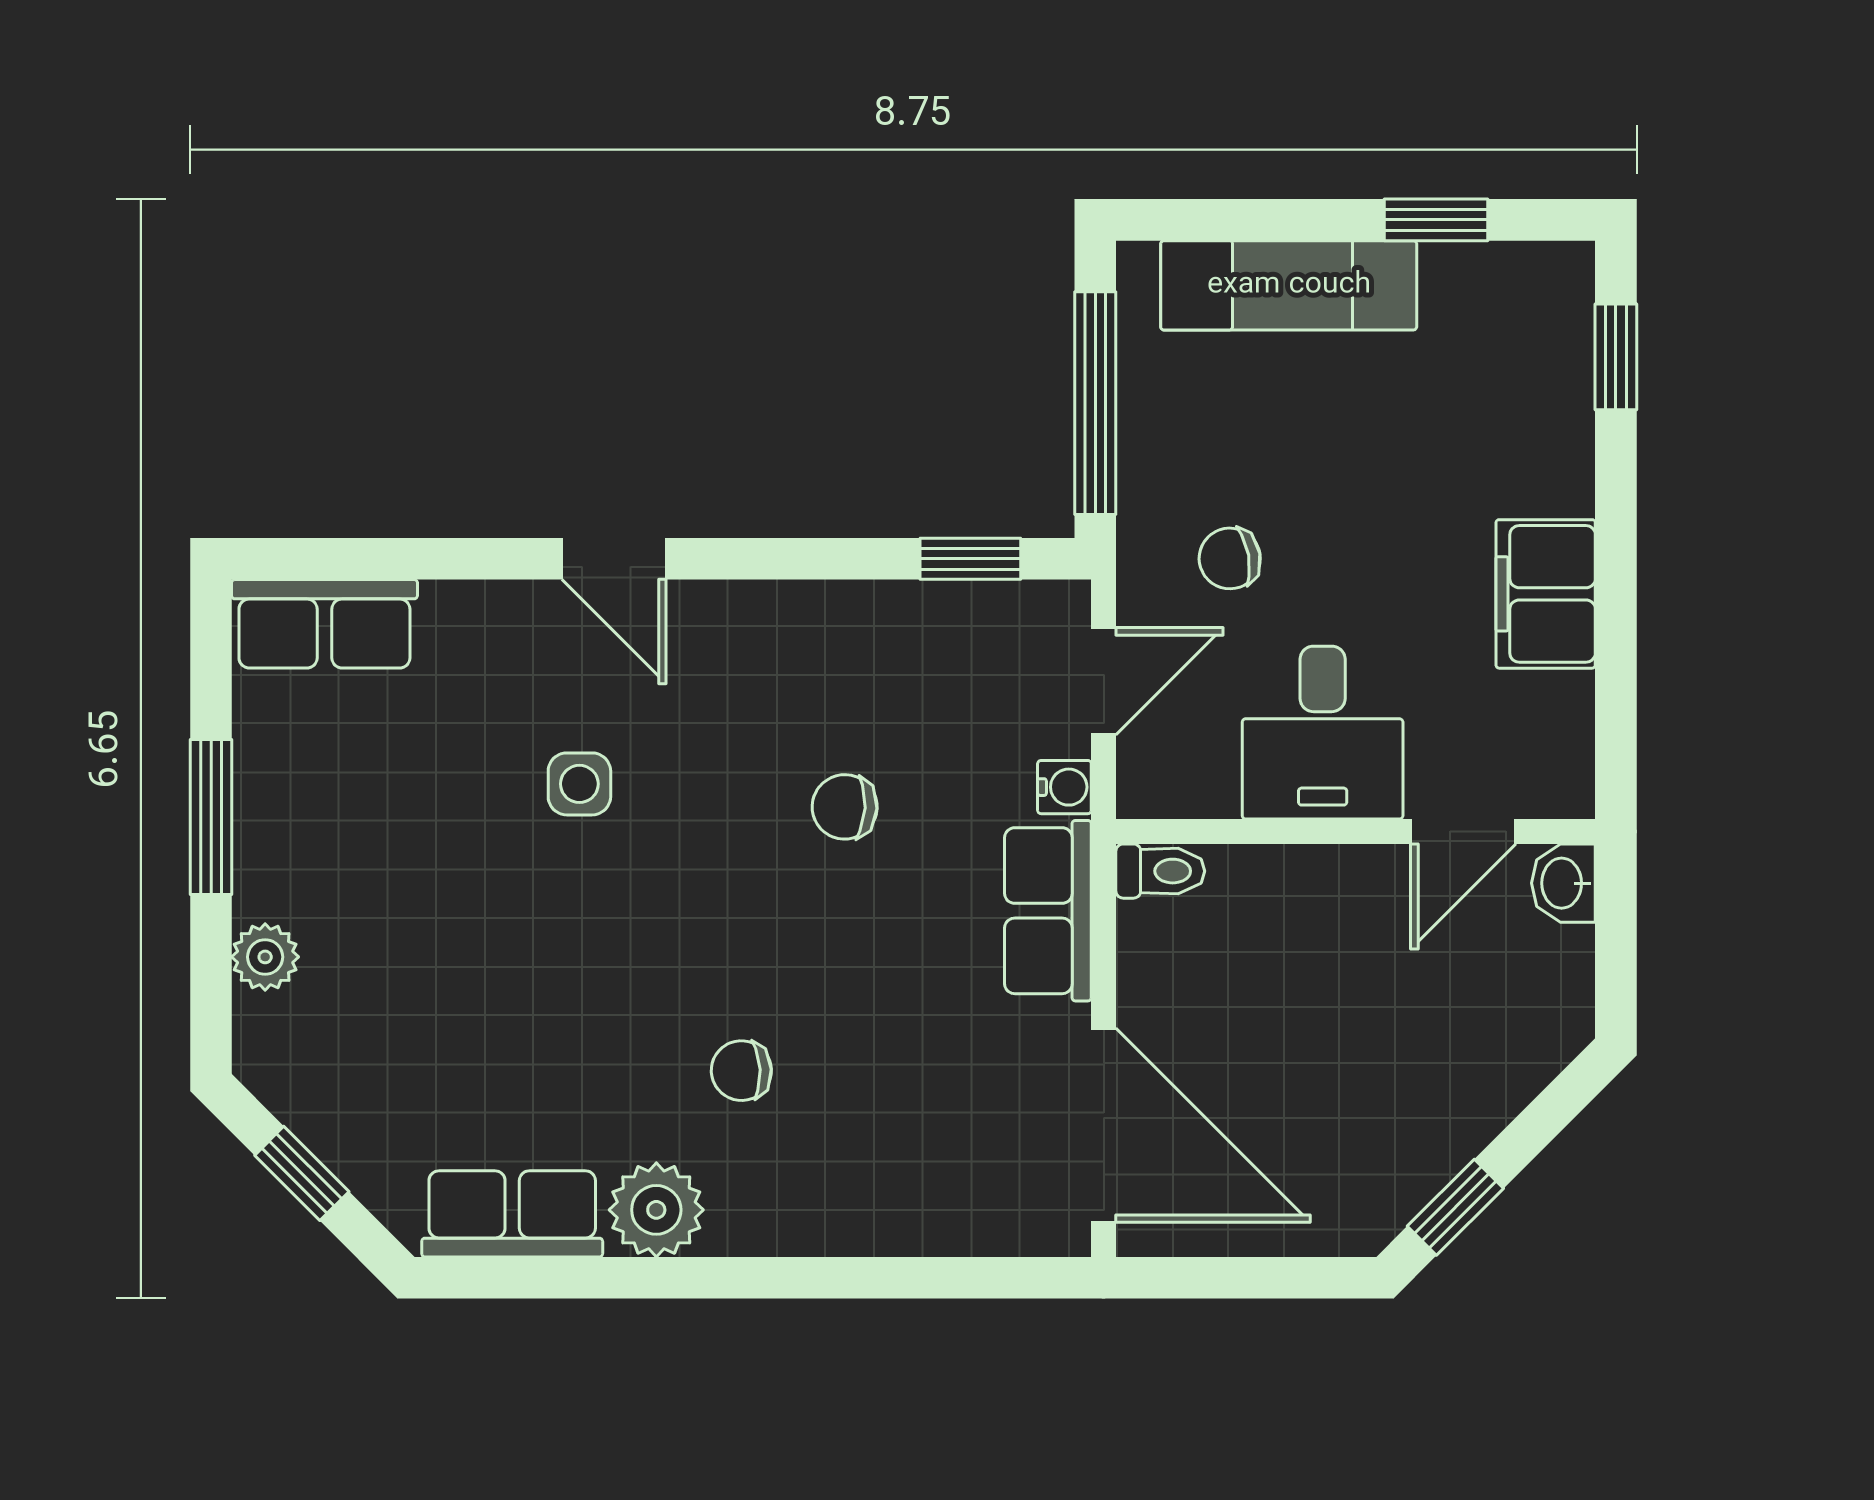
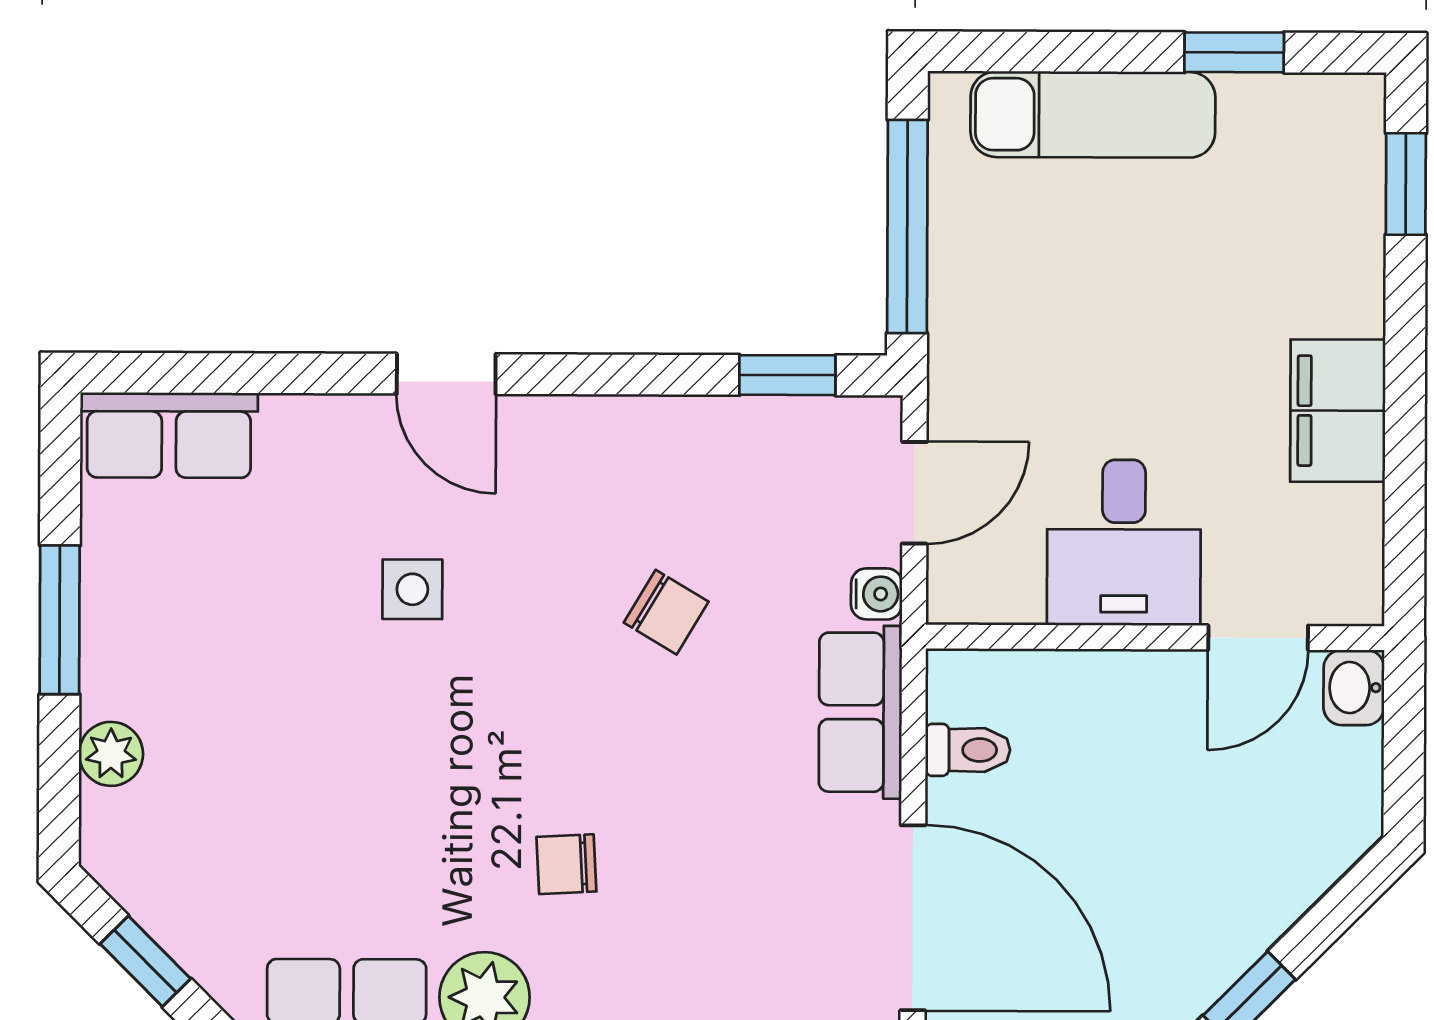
chair: (1230, 558) -> (1036, 376), removed
chair: (845, 807) -> (666, 612), turned -152
toilet: (1160, 871) -> (968, 750), moved

